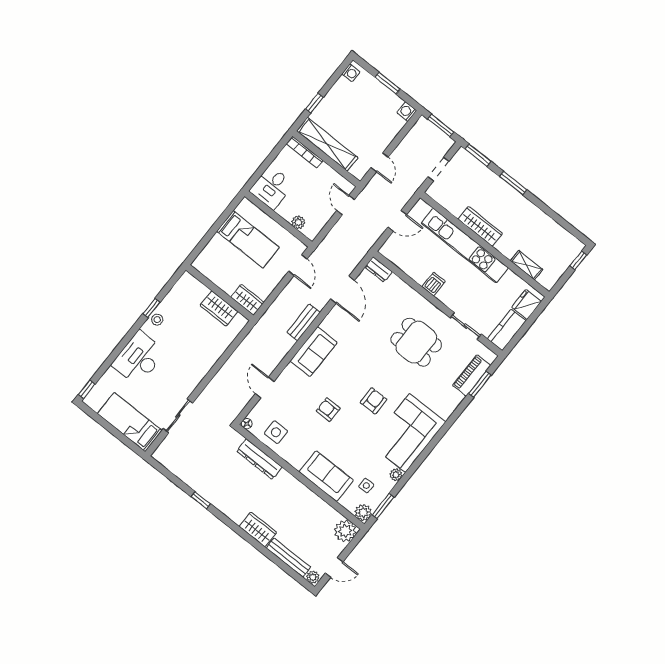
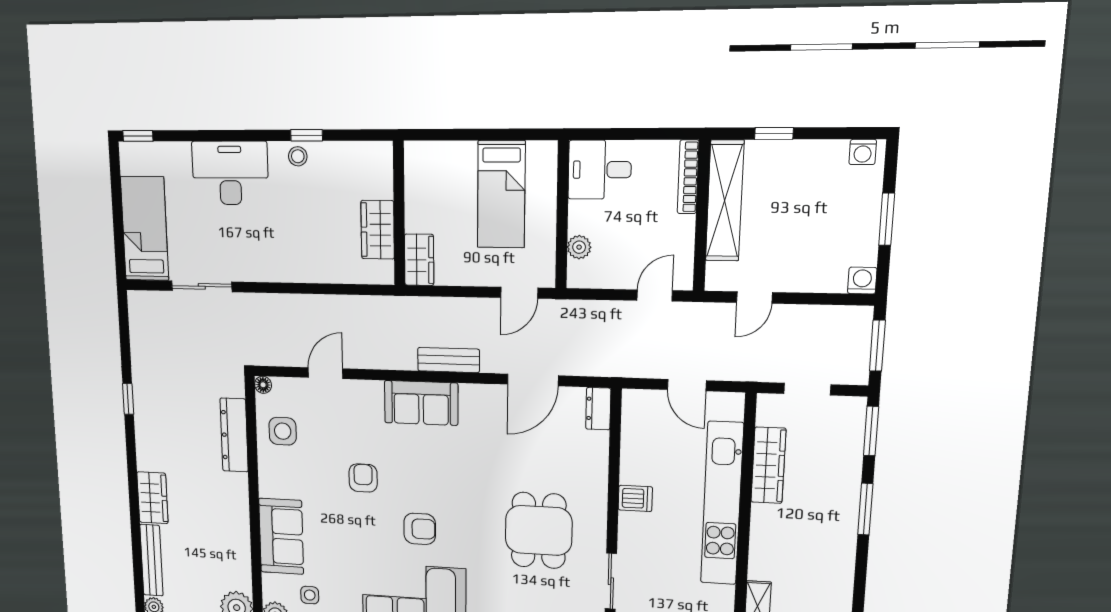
wardrobe: (480, 226) -> (768, 465), moved

